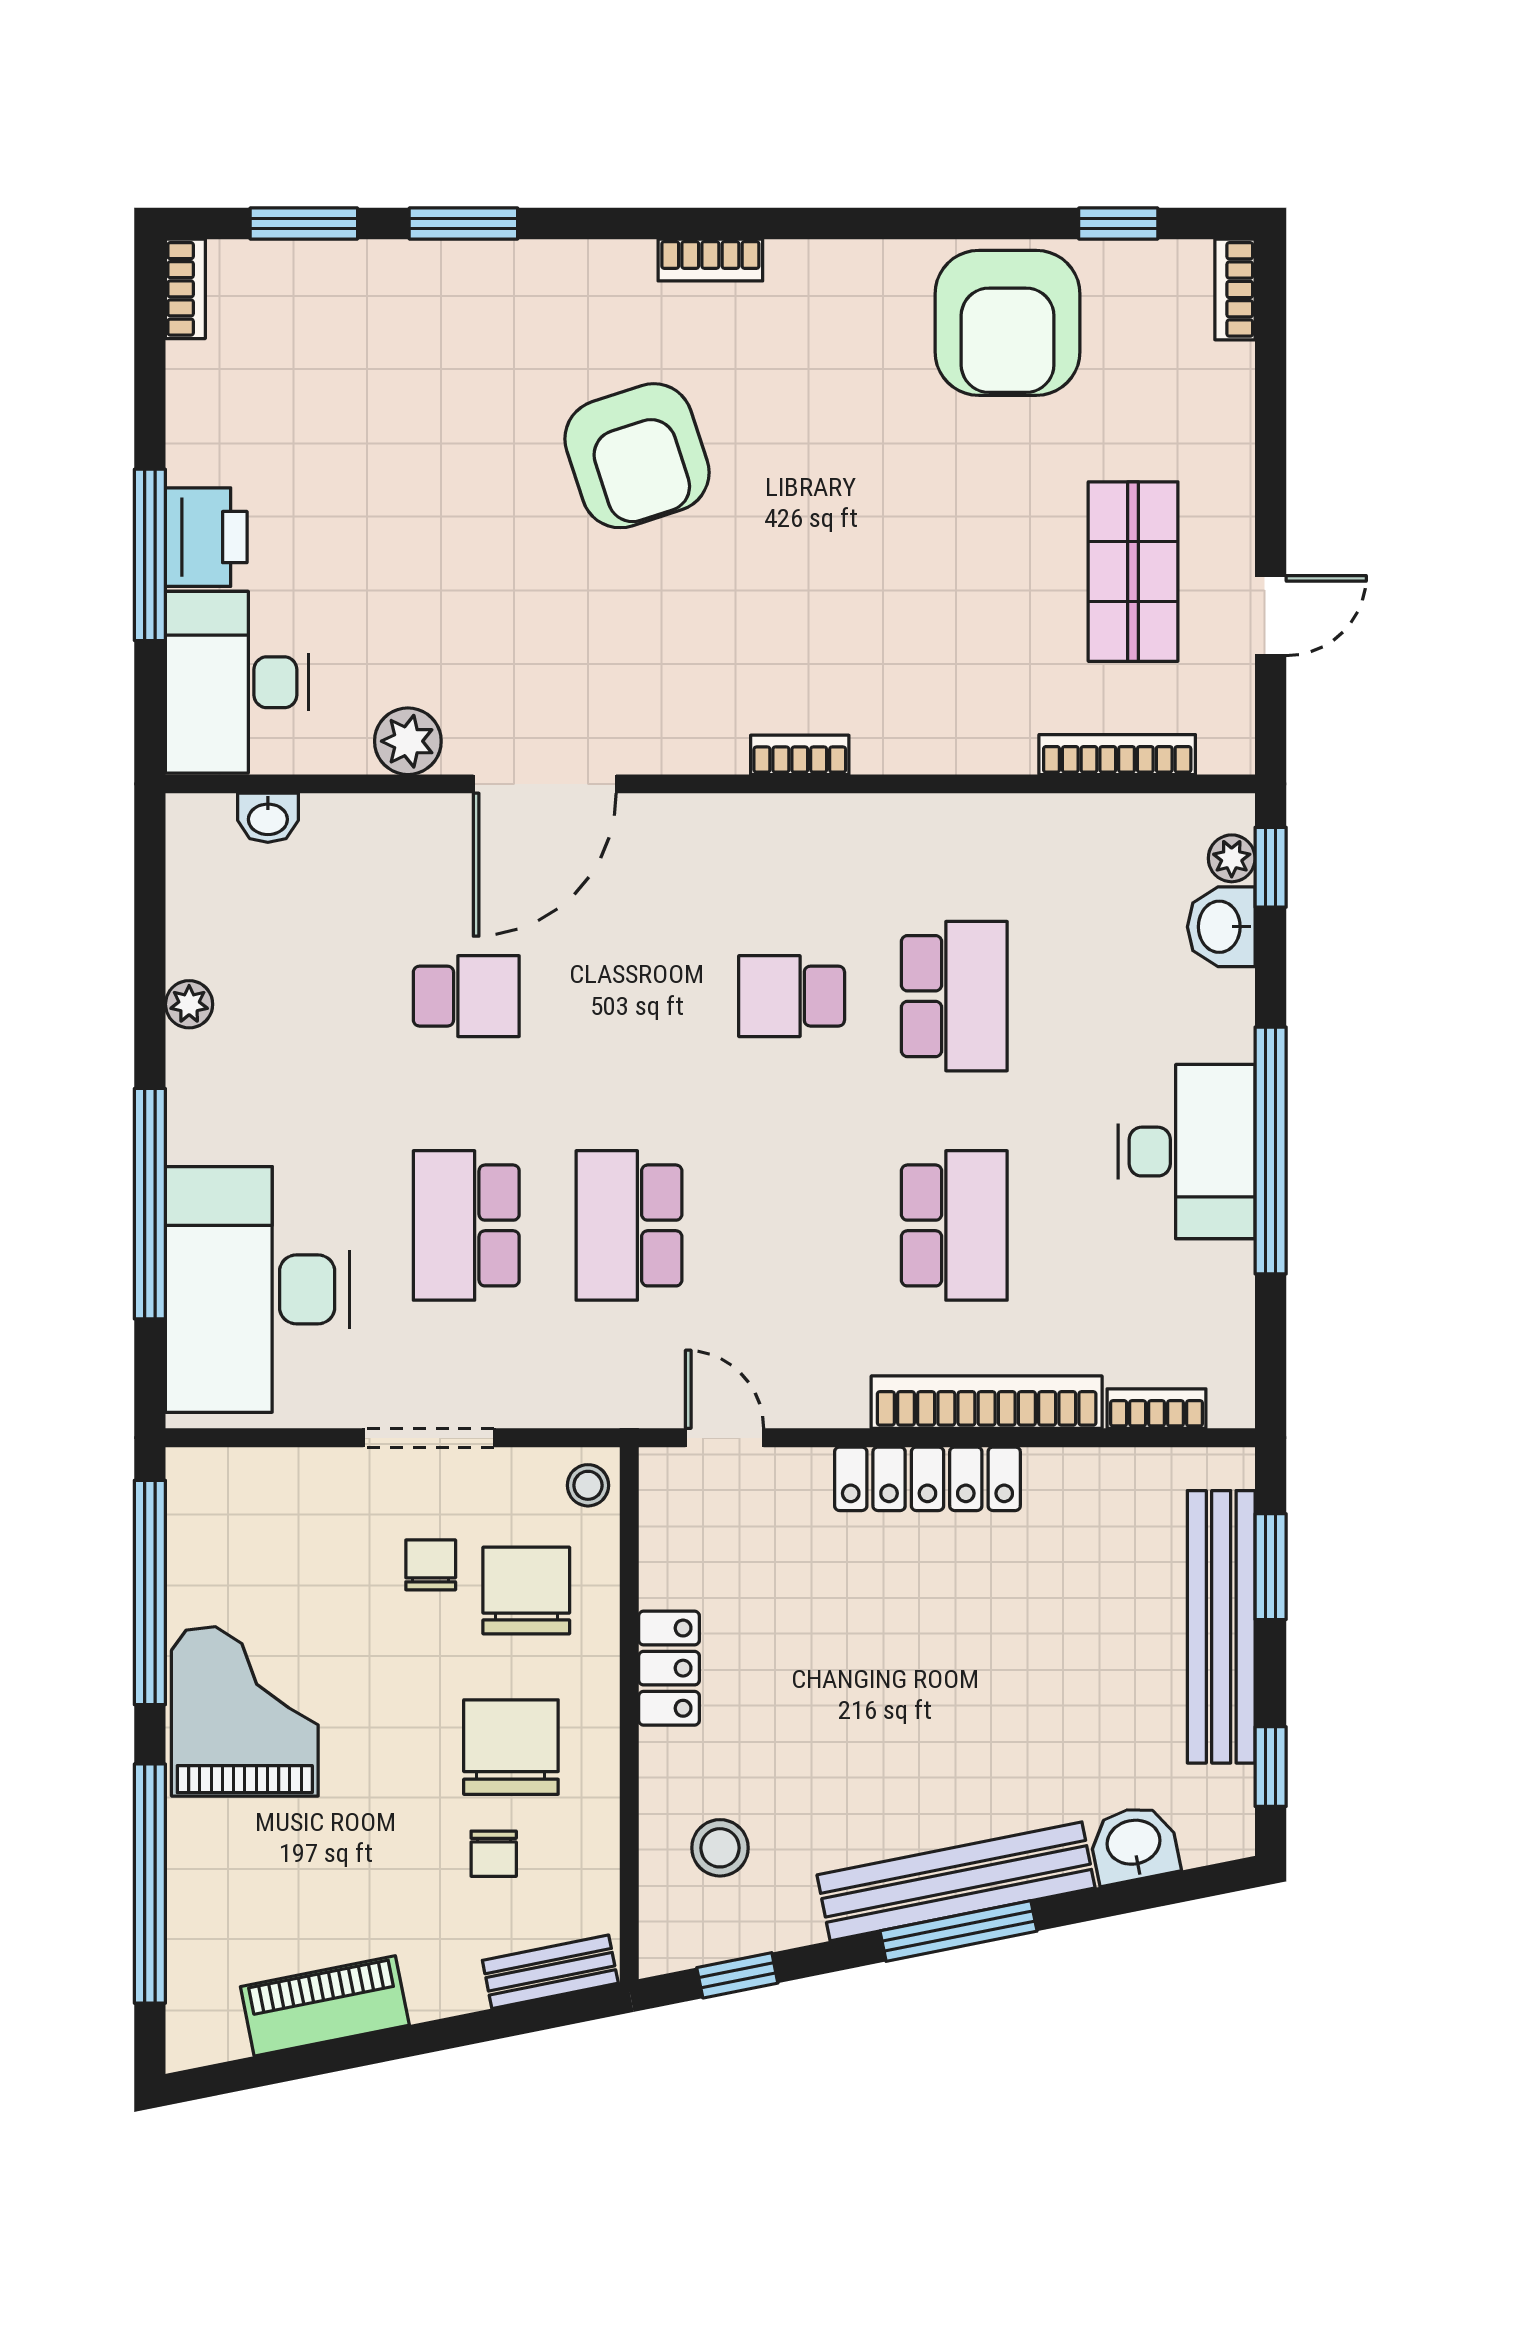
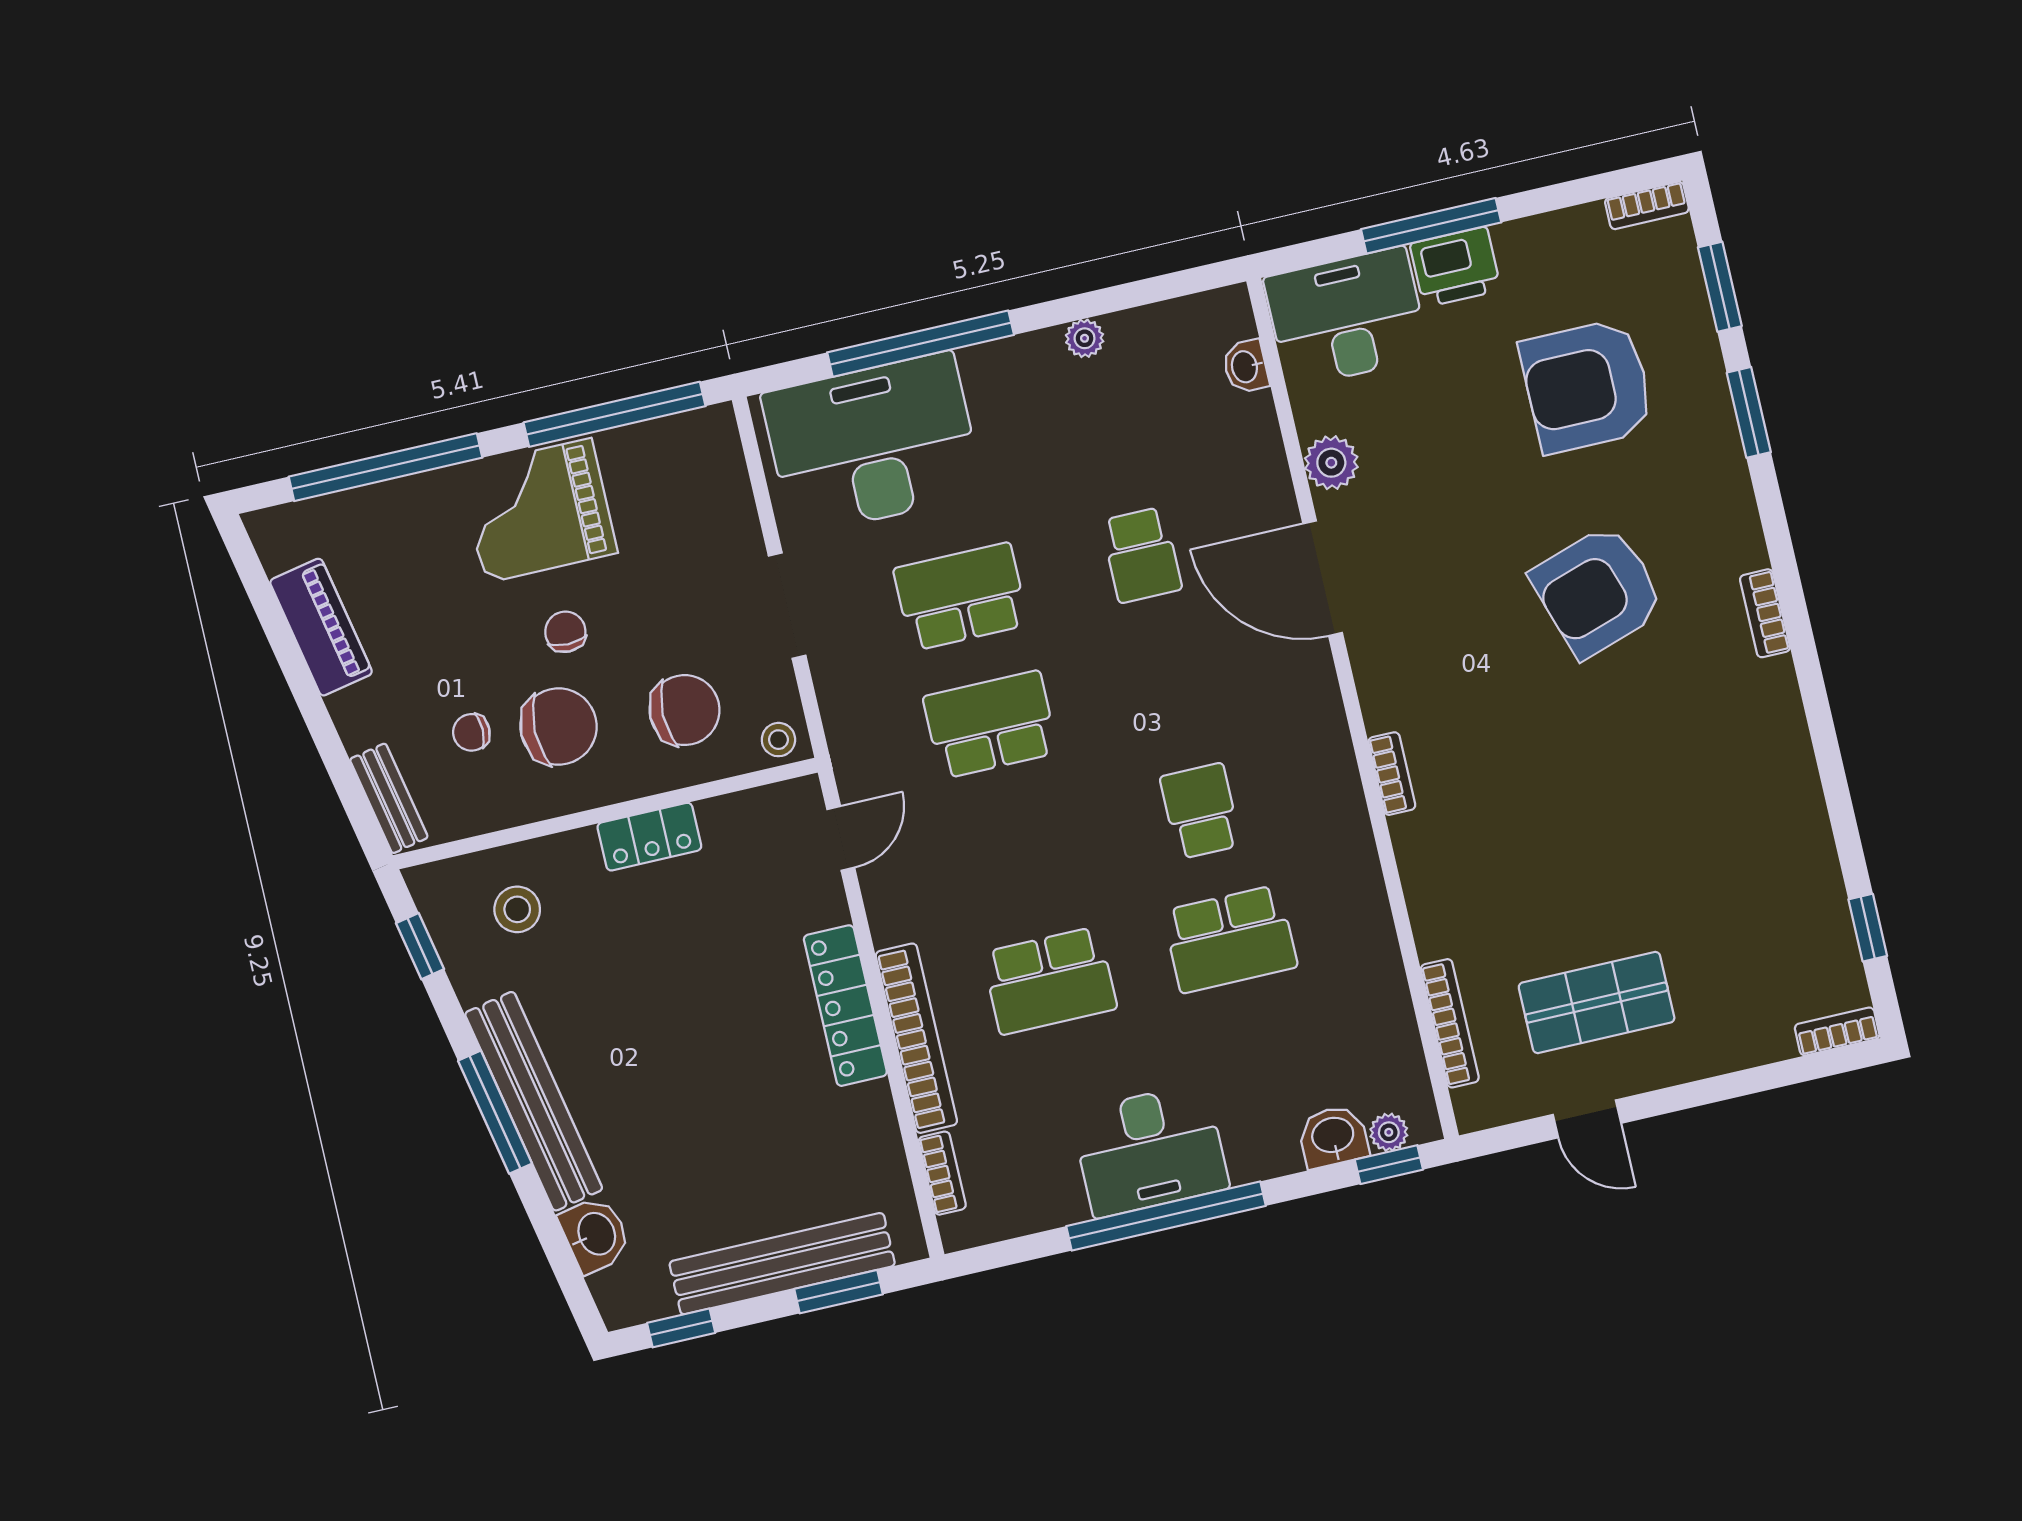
armchair: (1008, 323) -> (1587, 386), moved
chair: (431, 1565) -> (565, 632), moved, turned -90
grand piano: (245, 1711) -> (538, 511), turned 180

